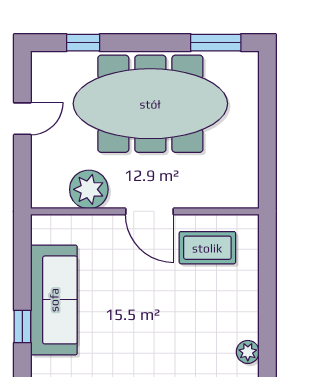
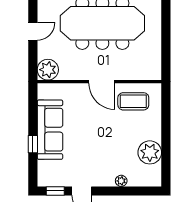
plant: (89, 189) -> (48, 70), moved
plant: (248, 352) -> (150, 152), width x1.88, depth x1.88

